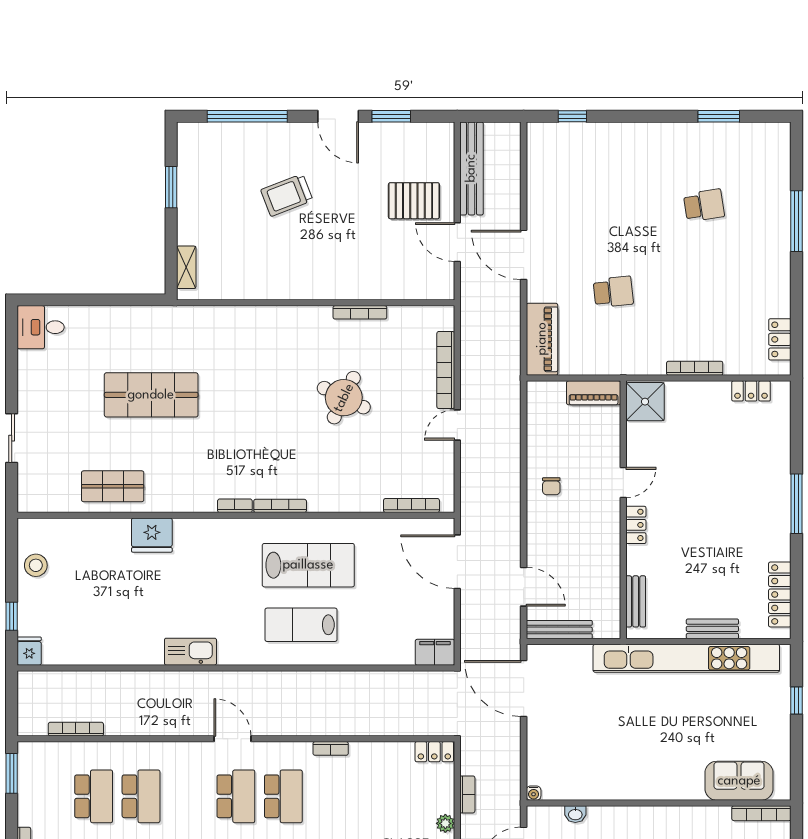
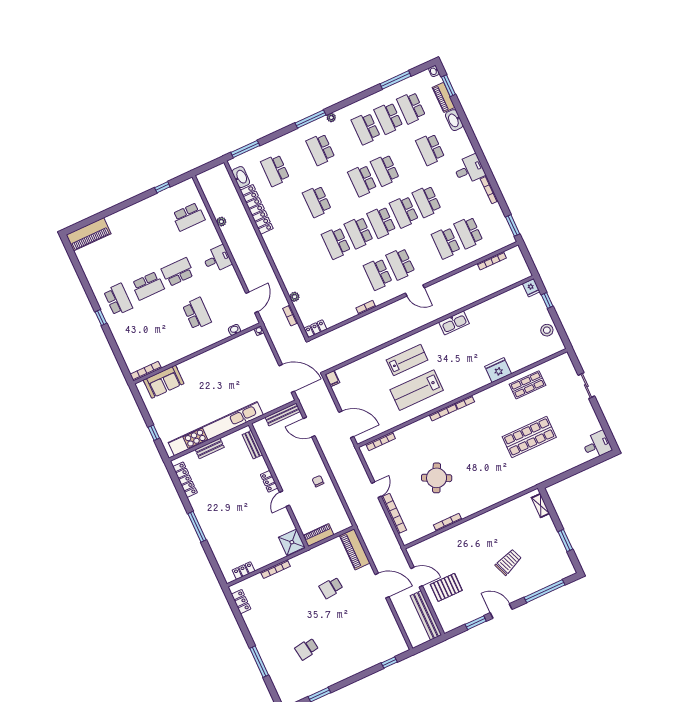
filing cabinet: (435, 652) -> (332, 378), width x0.50

